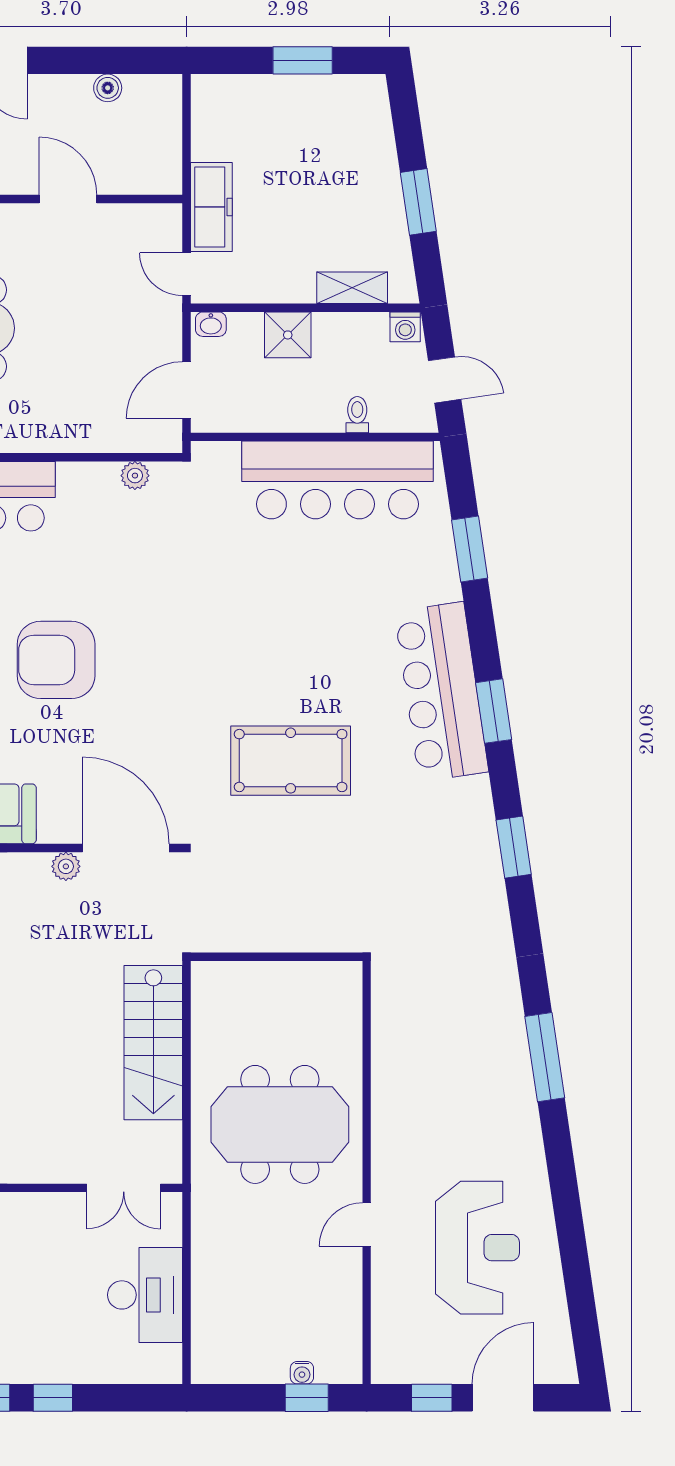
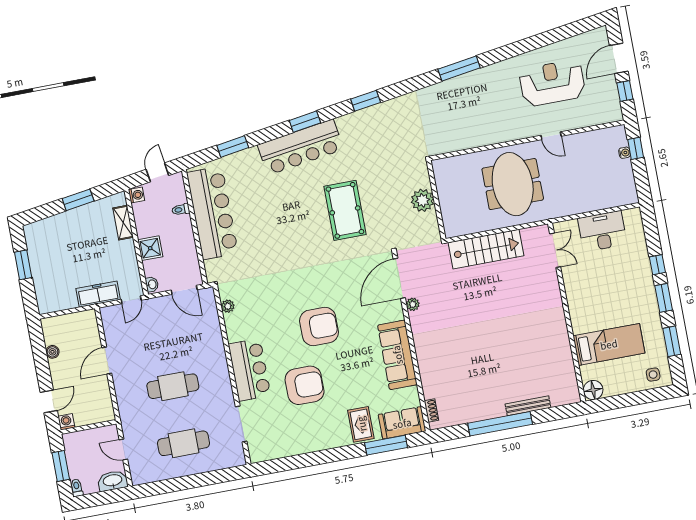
armchair: (56, 660) -> (319, 326), turned -90
plant: (281, 928) -> (422, 200), added
door: (503, 1398) -> (619, 58), hinge flipped

